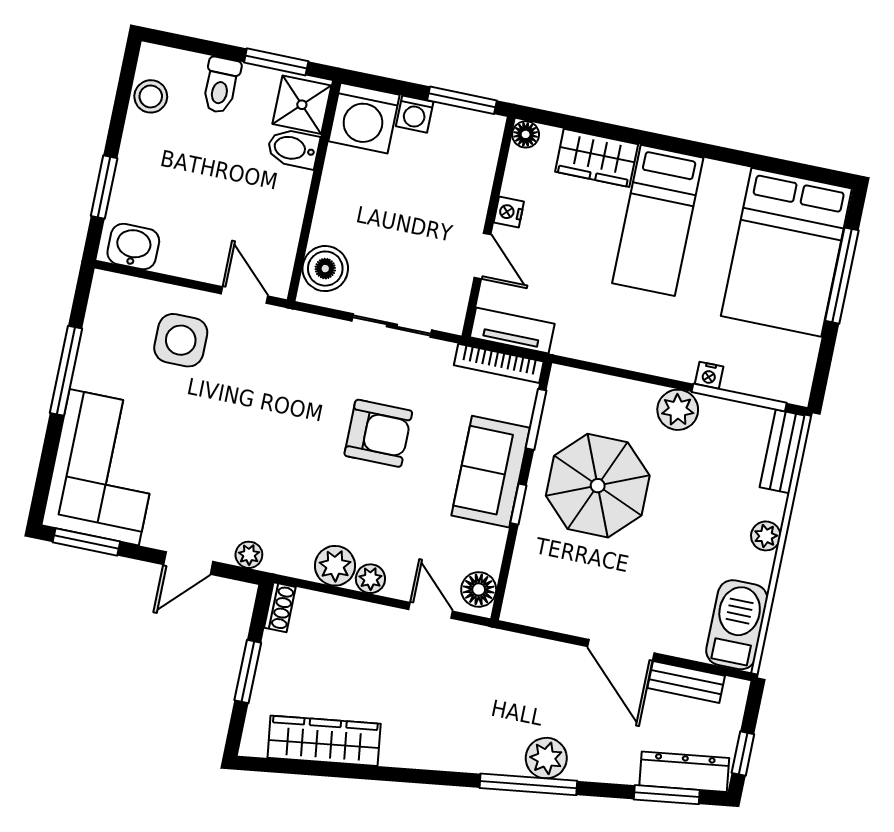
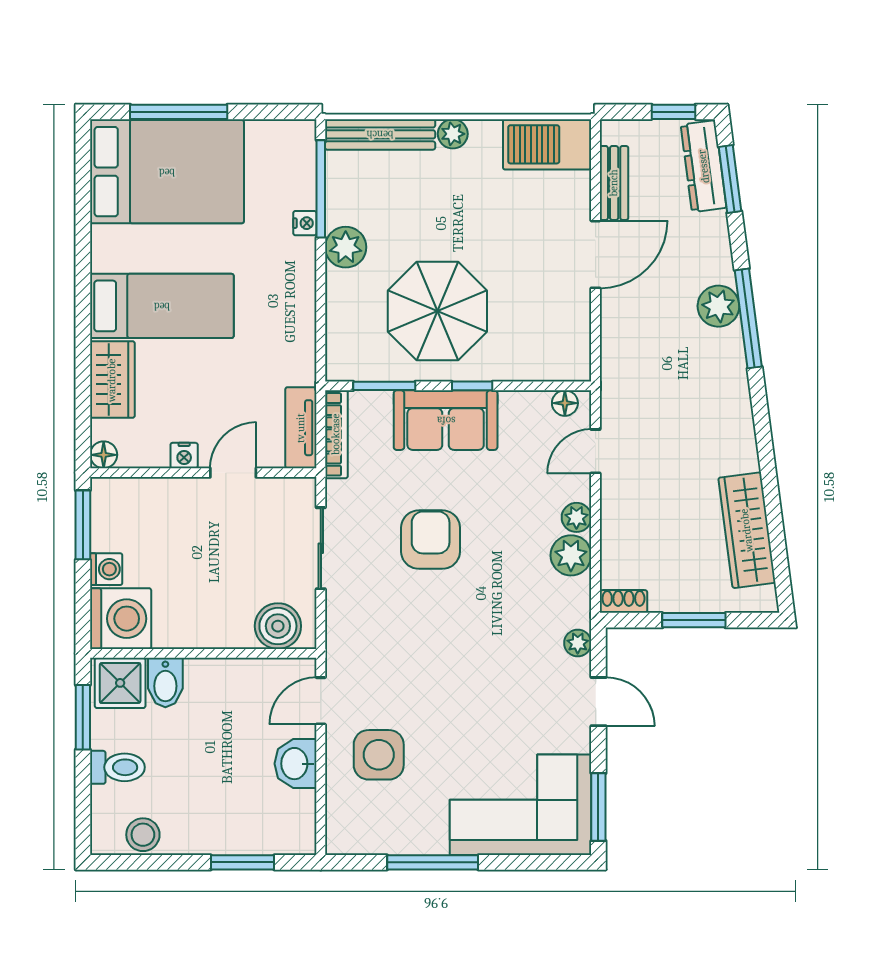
washbasin: (133, 247) -> (296, 764), moved
bench: (783, 451) -> (380, 134), width x1.36
floor lamp: (479, 589) -> (565, 403), width x0.73, depth x0.73

